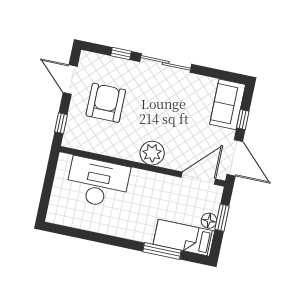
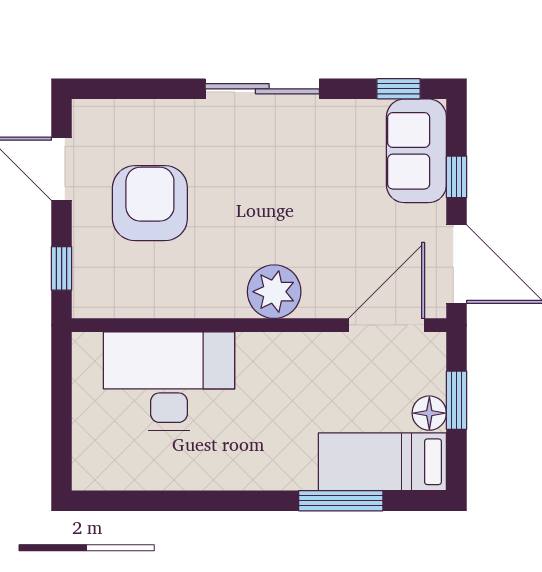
window: (121, 54) -> (399, 89), moved

